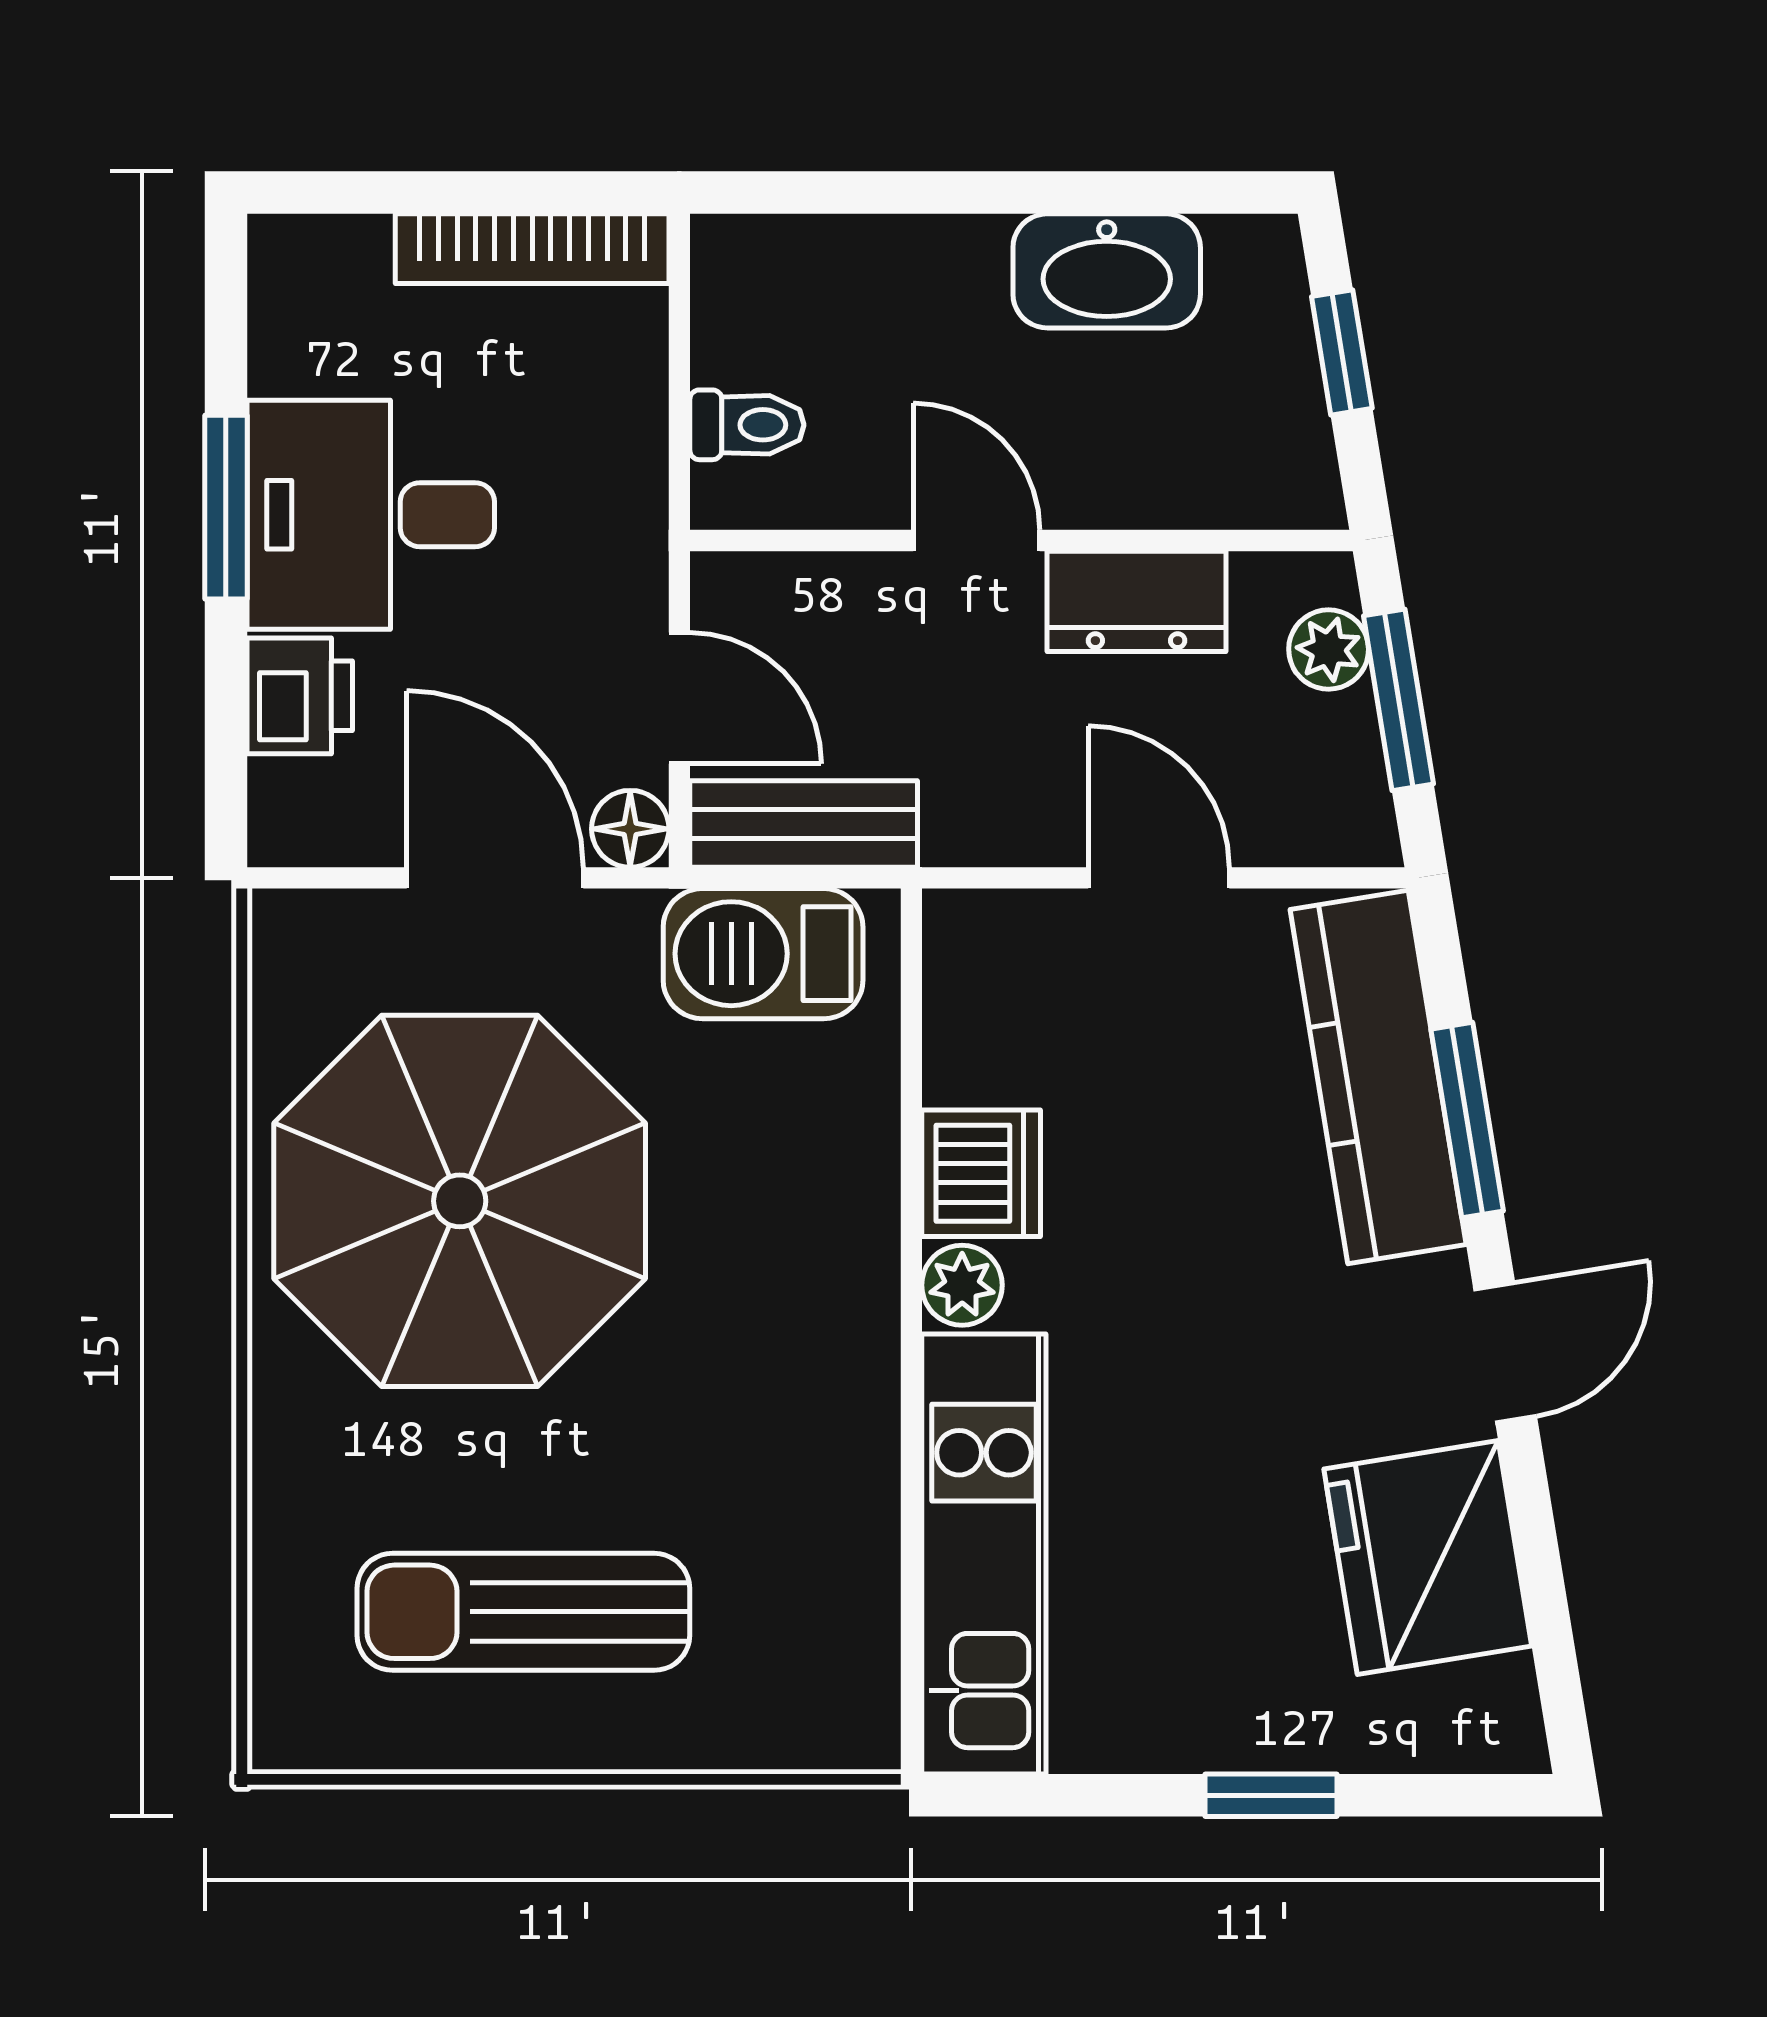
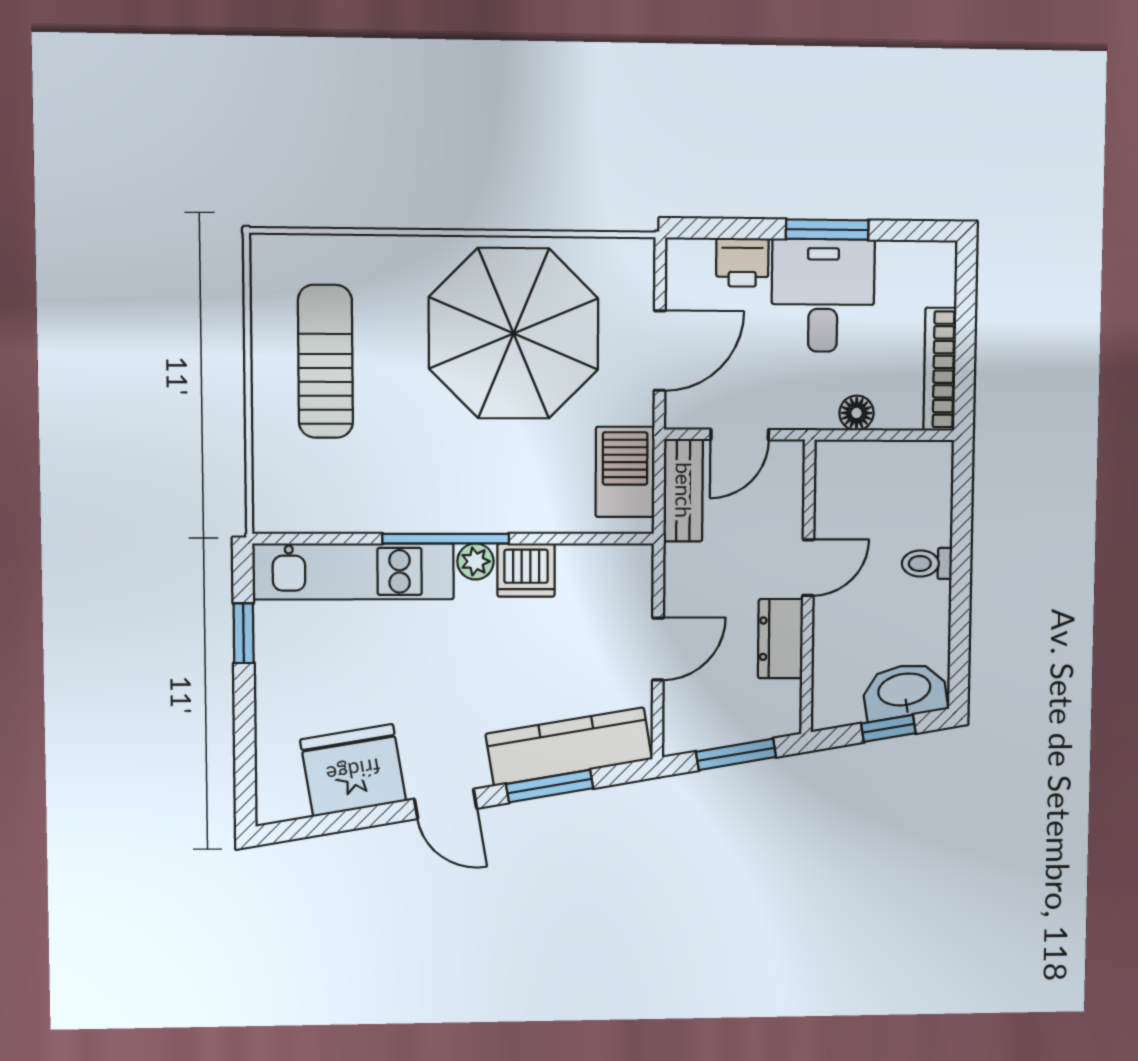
washbasin: (1107, 271) -> (905, 691), moved, turned 81
toilet: (747, 425) -> (927, 563), moved, turned 90
plant: (1329, 649) -> (758, 723), removed
floor lamp: (630, 829) -> (857, 413), moved
window: (911, 1350) -> (446, 539), added
window: (1271, 1795) -> (244, 633), moved

